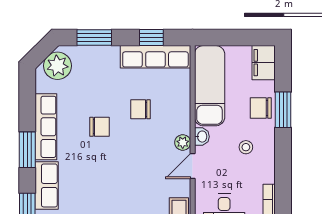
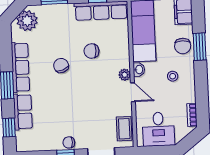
chair: (261, 108) -> (183, 46), turned -90
chair: (100, 127) -> (61, 66), turned -111
door: (193, 166) -> (133, 92), swing flipped

